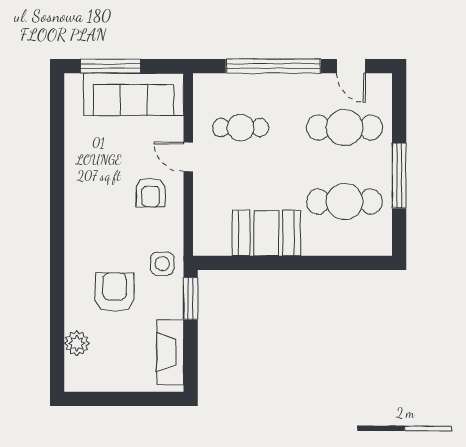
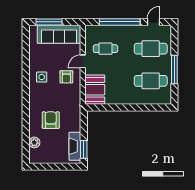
door: (351, 66) -> (153, 22), swing flipped
door: (188, 157) -> (83, 61), hinge flipped
booth: (266, 233) -> (95, 90), moved, turned 90
side table: (162, 264) -> (42, 77), moved
window: (191, 298) -> (84, 149), moved

